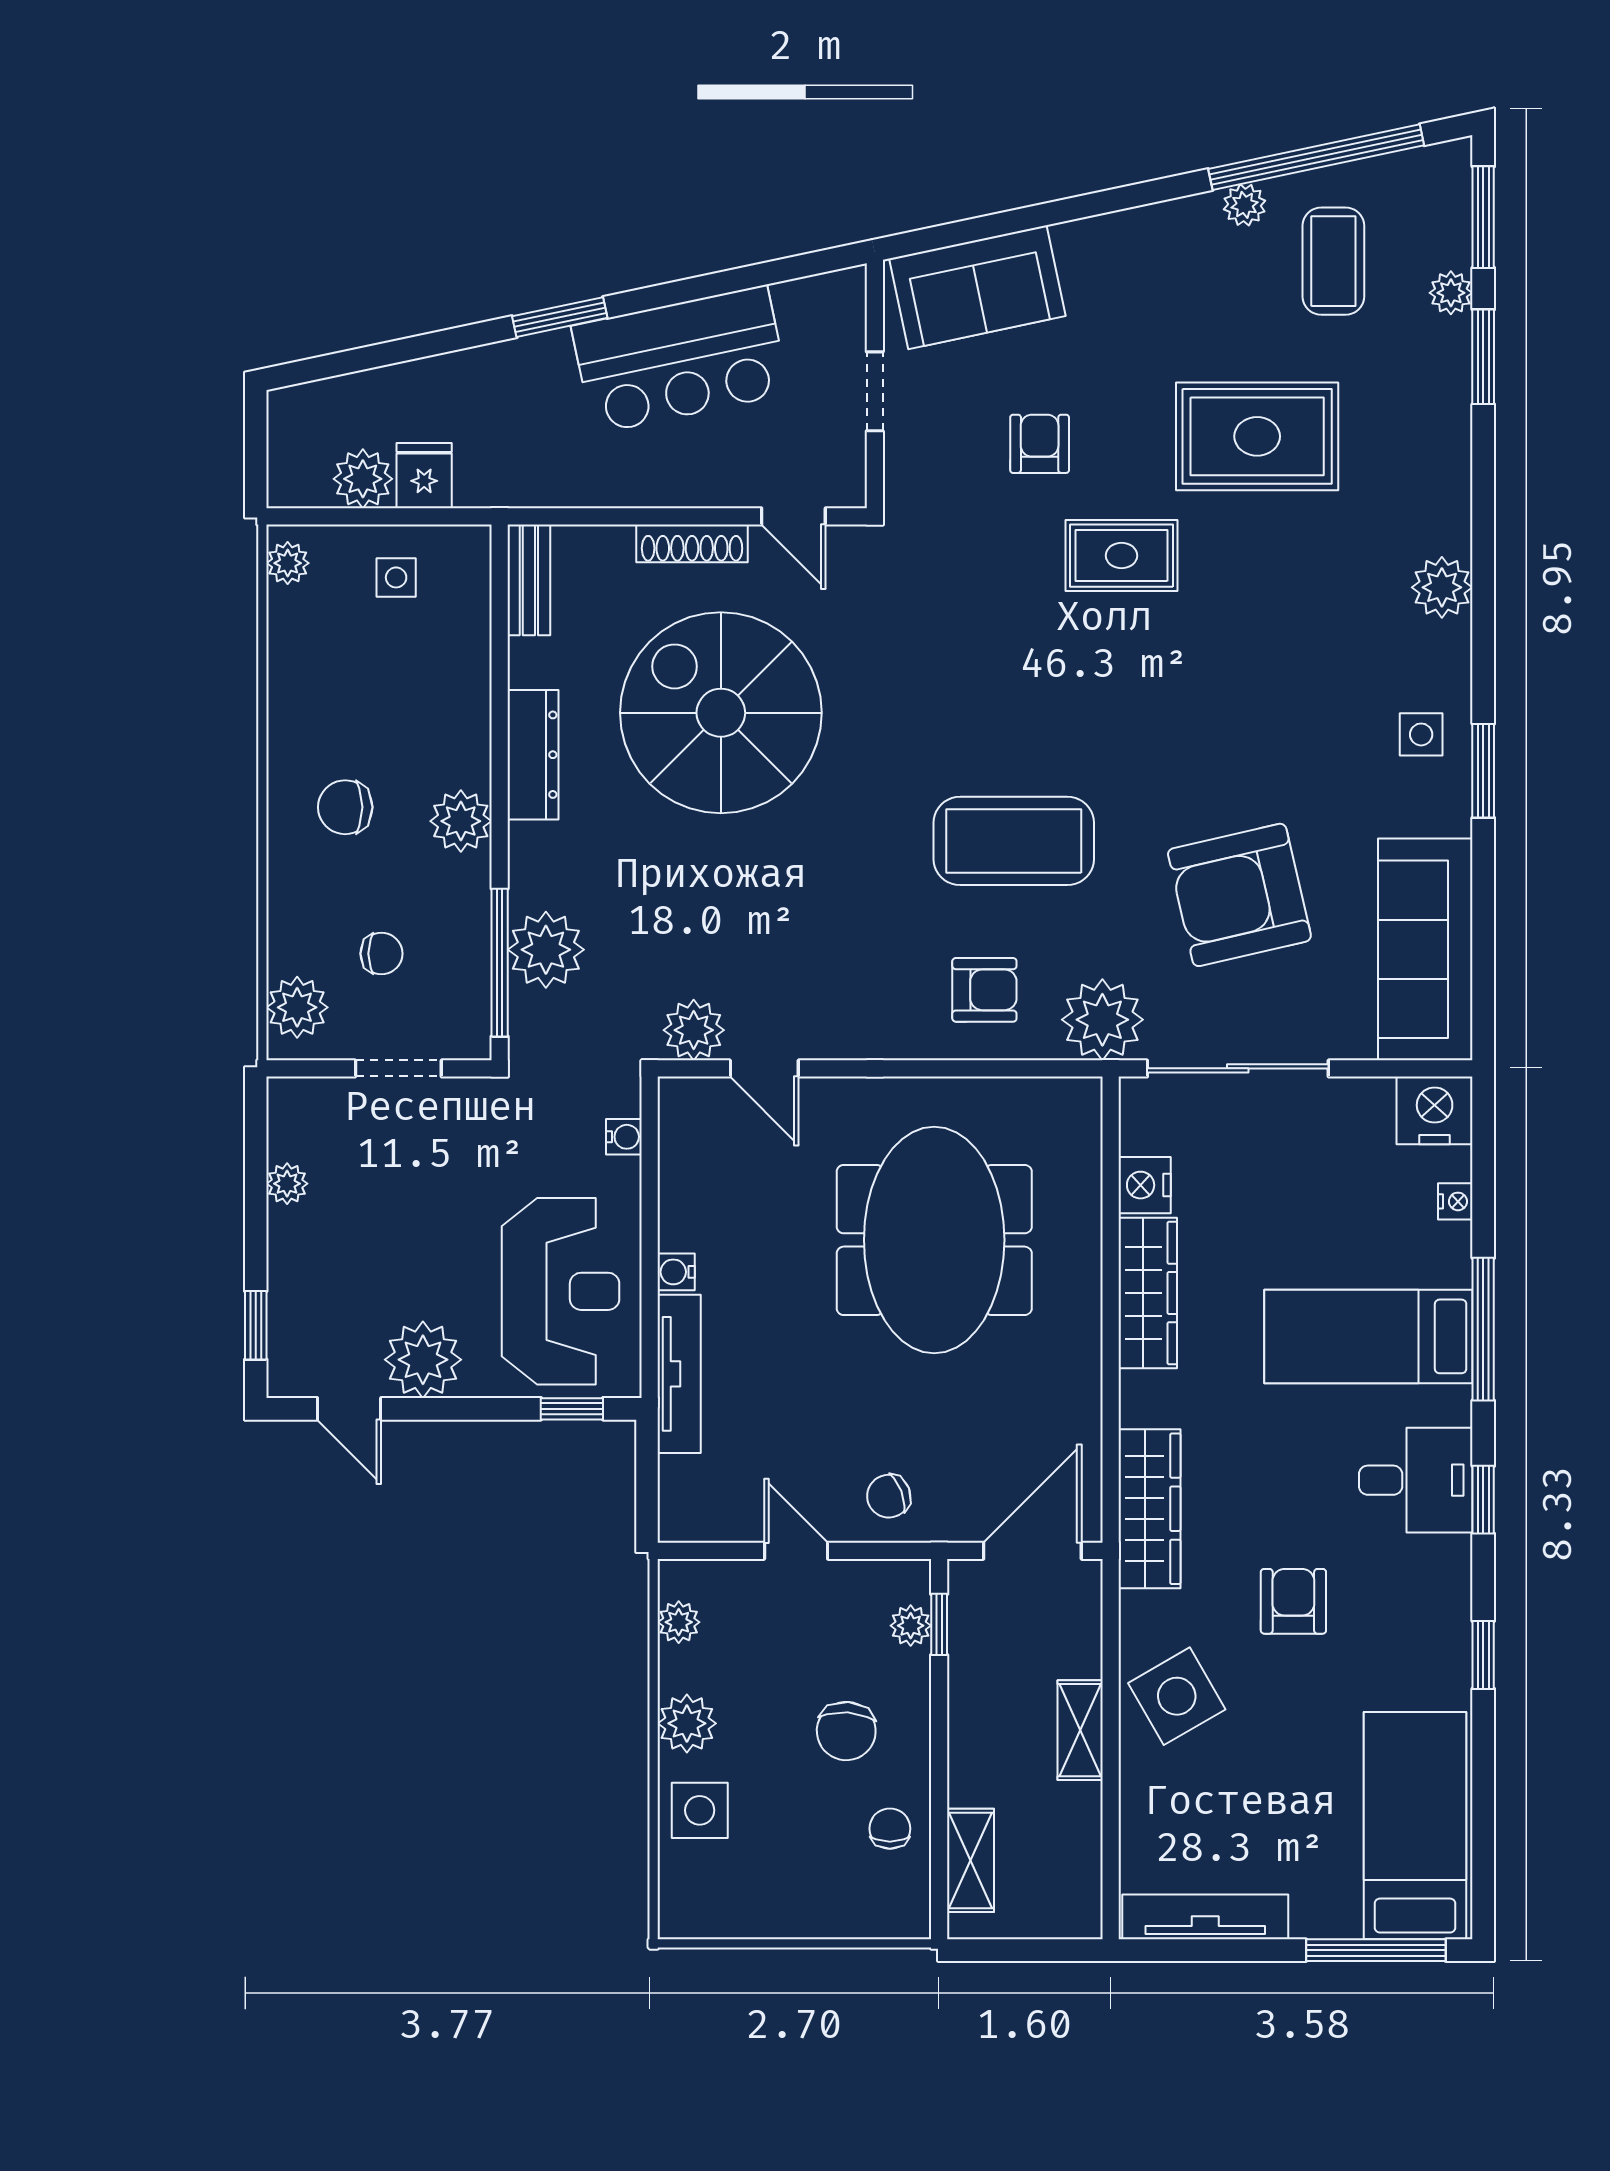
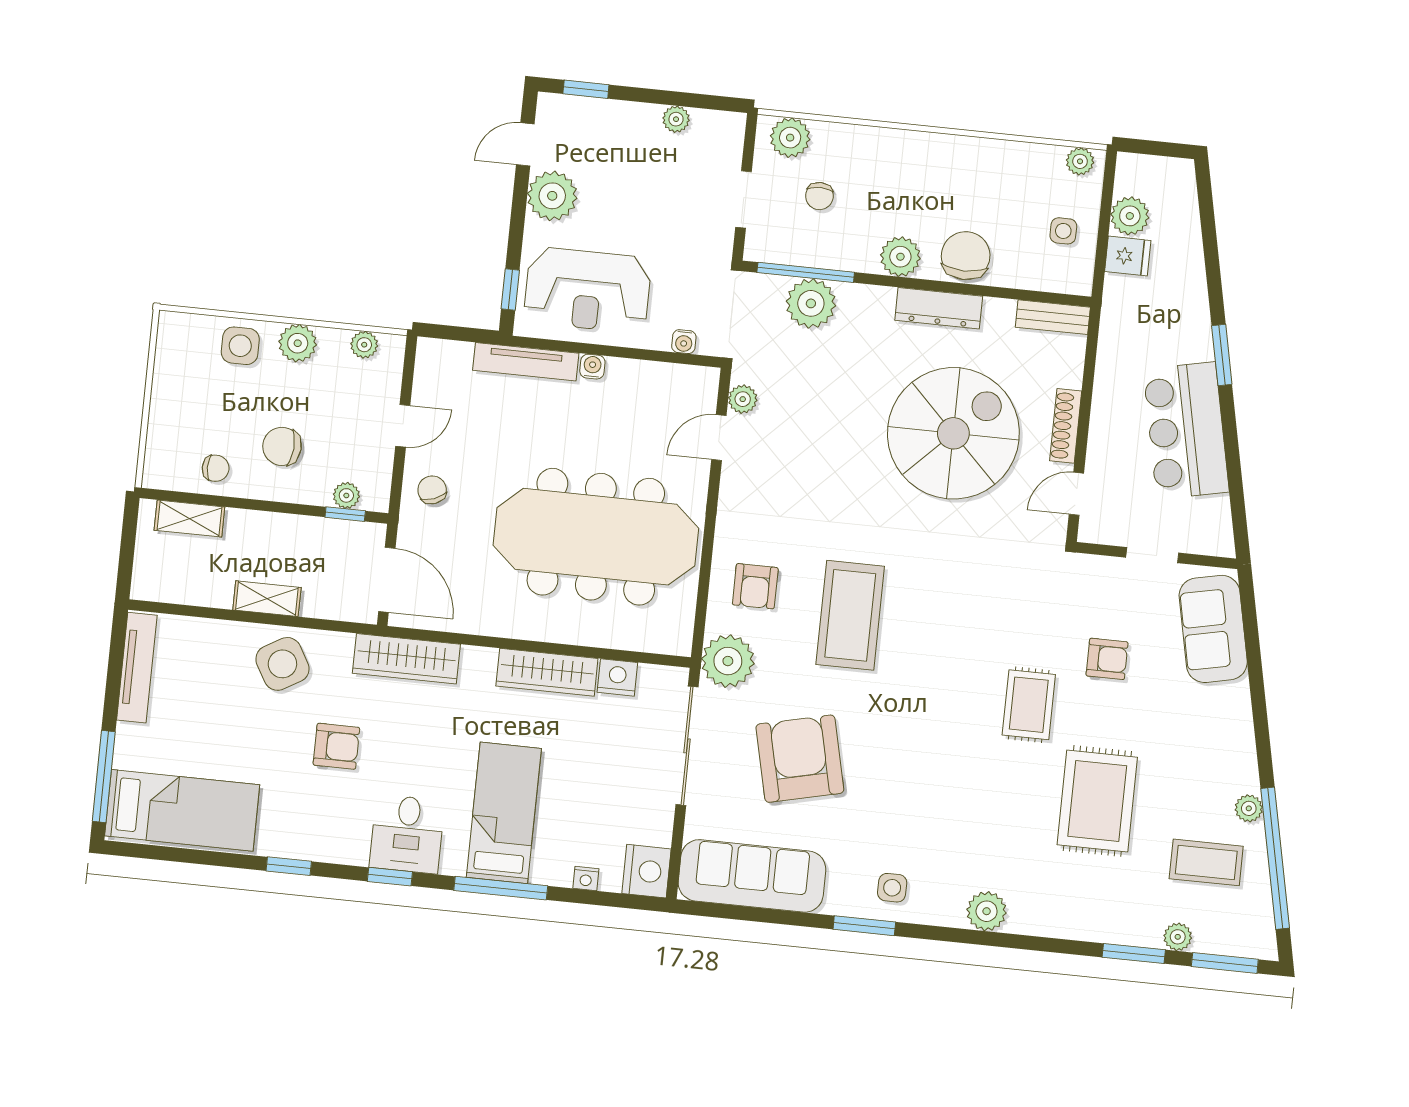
chair: (345, 807) -> (966, 256), moved, width x1.37, depth x1.37
plant: (694, 1030) -> (743, 399), width x0.73, depth x0.73
meeting table: (934, 1240) -> (596, 537), width x1.36

